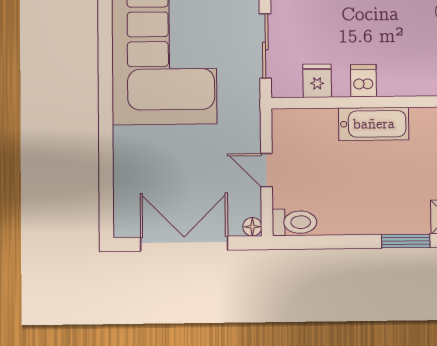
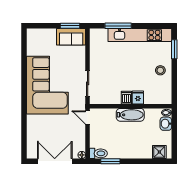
fridge: (317, 81) -> (138, 97), moved
door: (267, 170) -> (88, 118), moved
window: (406, 241) -> (110, 161), moved

